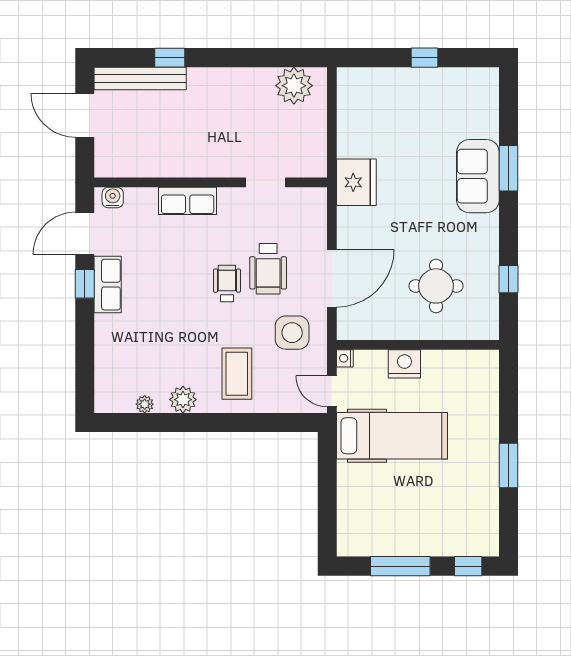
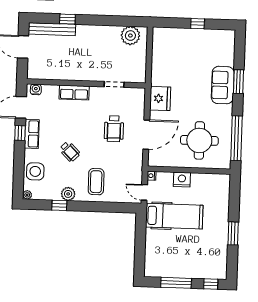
fridge: (356, 182) -> (160, 98), moved
window: (508, 279) -> (236, 138), width x3.17
wheelchair: (227, 284) -> (70, 151), moved, turned 135
round table: (436, 286) -> (199, 140), width x1.36, depth x1.36
side table: (292, 333) -> (35, 171), moved
plant: (145, 404) -> (27, 195), moved
window: (167, 422) -> (59, 205), added

